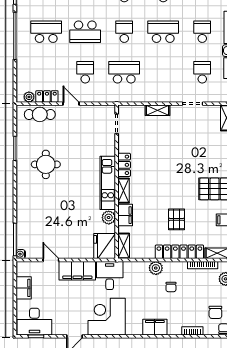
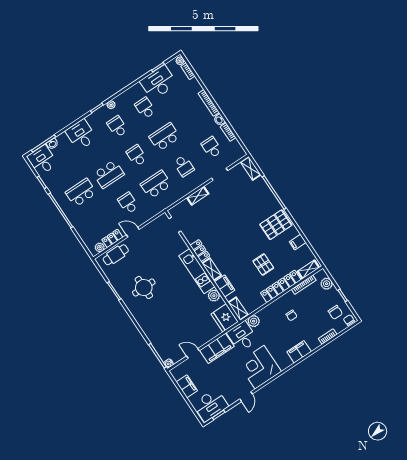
school desk: (202, 32) -> (184, 166), moved, turned 180
plant: (156, 268) -> (254, 321), moved

